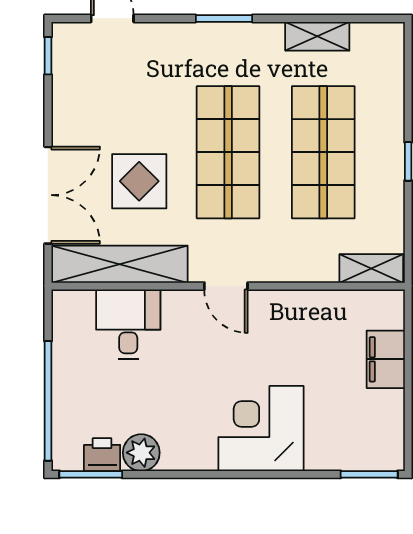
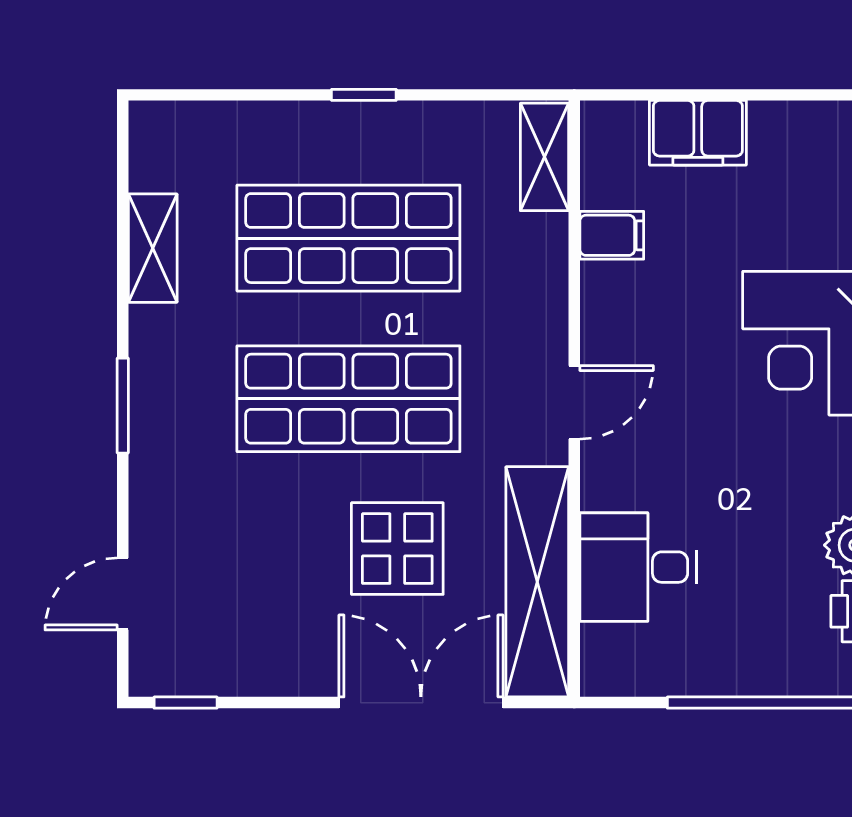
filing cabinet: (325, 308) -> (612, 235), added

